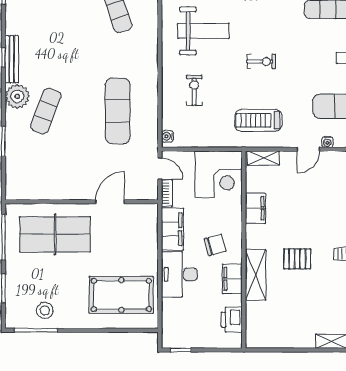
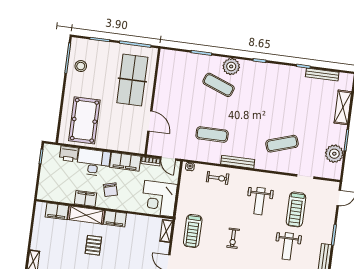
weight bench: (203, 31) -> (259, 201), width x0.73, depth x0.75
bench: (12, 59) -> (238, 162), moved
exercise bike: (194, 90) -> (218, 178), moved
exercise mat: (118, 111) -> (212, 134), width x0.73, depth x0.69
treadmill: (258, 120) -> (193, 231), turned 180
door: (160, 169) -> (168, 158), hinge flipped
filing cabinet: (256, 208) -> (115, 219), moved
filing cabinet: (256, 317) -> (57, 211), added
printer: (232, 320) -> (69, 154), moved, turned 180

